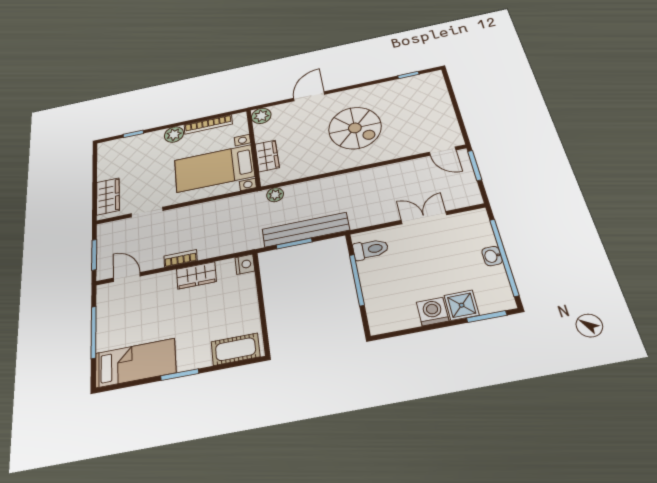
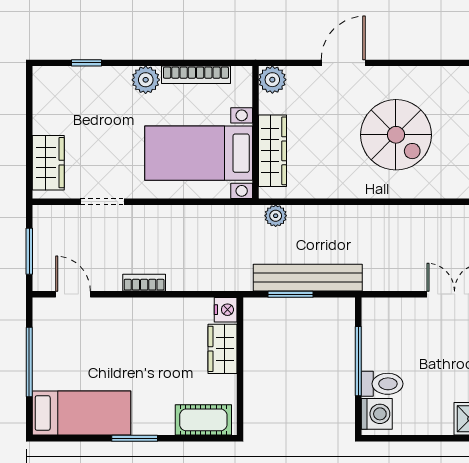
wardrobe: (267, 156) -> (272, 151), width x1.50
toilet: (371, 249) -> (382, 384), moved
wardrobe: (196, 275) -> (223, 349), moved, turned 90
washing machine: (433, 311) -> (377, 414), moved, turned 90

